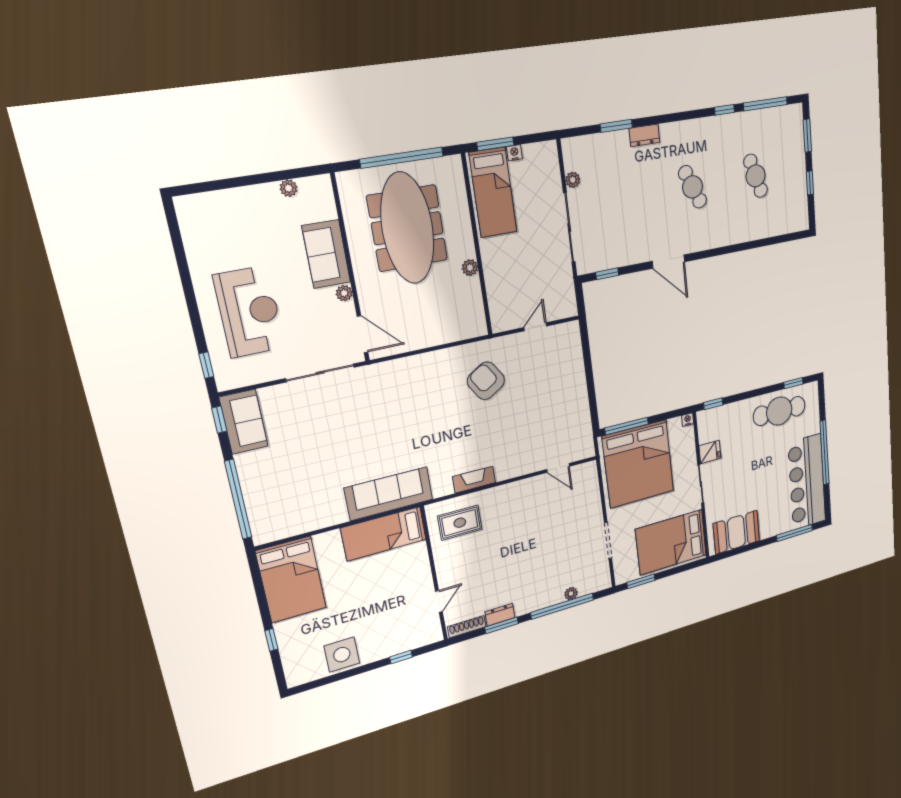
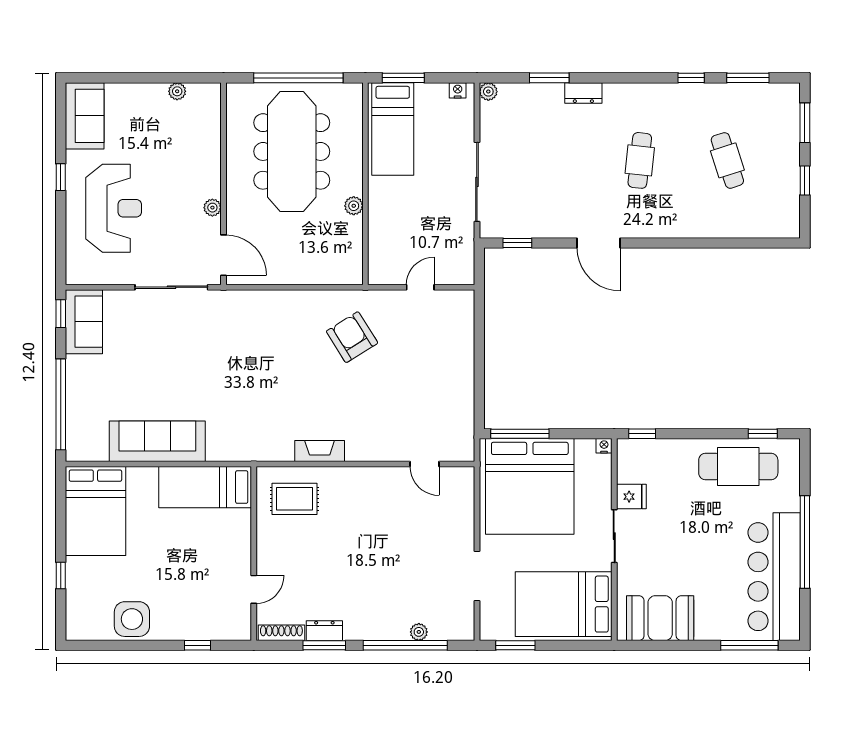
window: (765, 104) -> (748, 78), width x0.69
nightstand: (514, 153) -> (458, 90), moved
plant: (573, 180) -> (488, 92), moved
cafe table: (693, 187) -> (640, 160), turned 30
sofa: (326, 254) -> (85, 116), moved, turned 180
window: (206, 365) -> (61, 177), moved
sofa: (389, 494) -> (157, 441), moved

